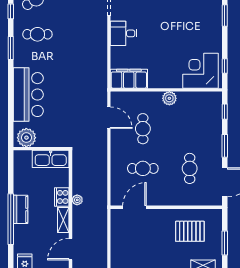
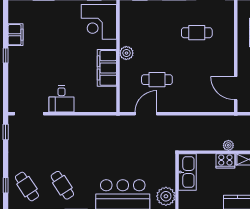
cafe table: (37, 34) -> (62, 185), turned -33
filing cabinet: (129, 79) -> (107, 68), moved
cafe table: (143, 168) -> (197, 80), removed

